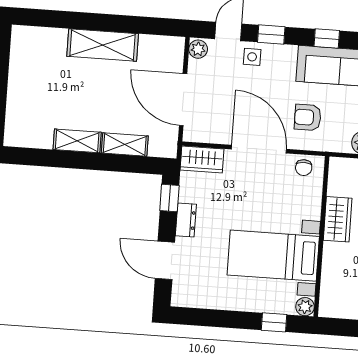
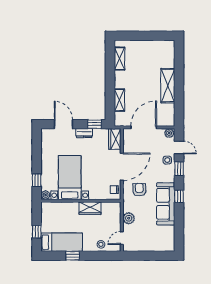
shelving: (77, 141) -> (119, 59), moved
door: (165, 260) -> (64, 124), hinge flipped

